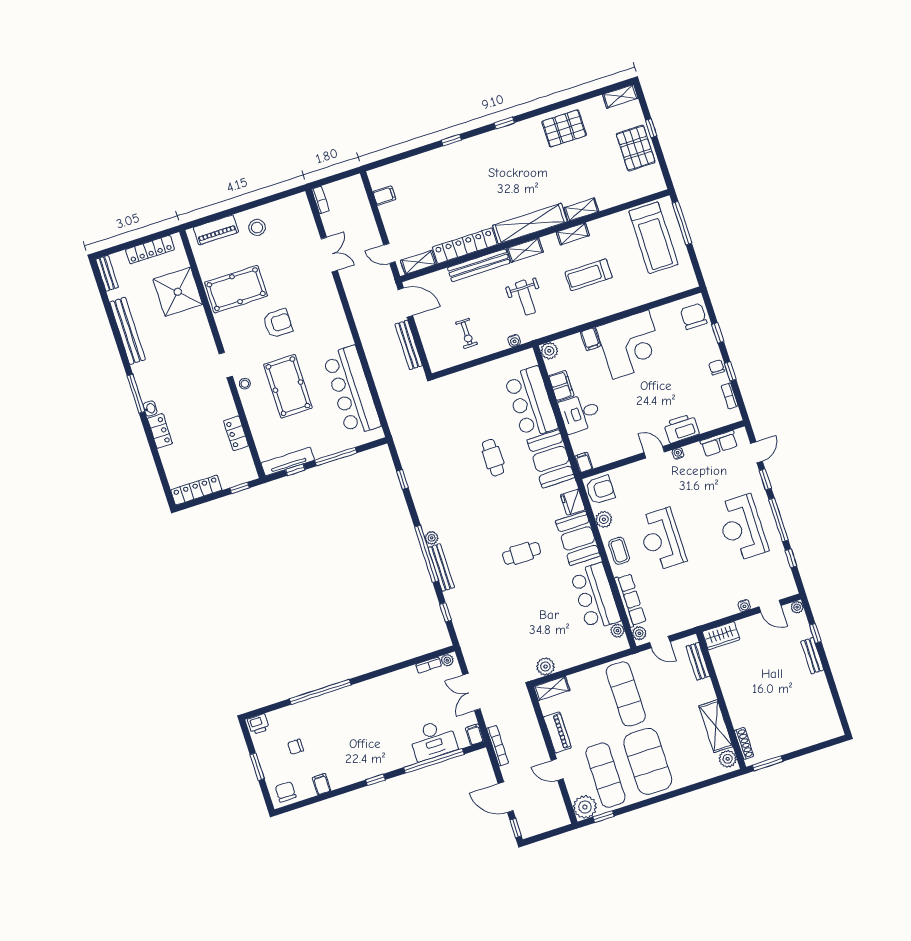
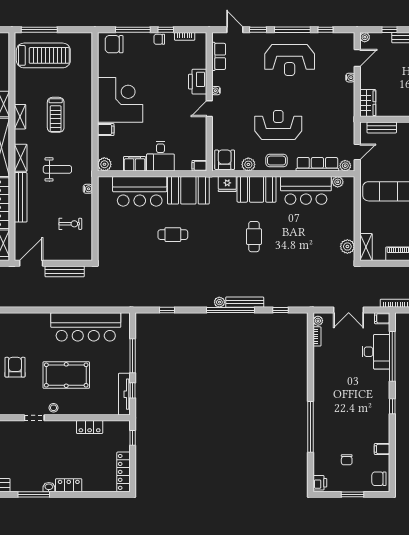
window: (718, 333) -> (133, 30), width x2.17
reception desk: (661, 539) -> (278, 125), turned 180

